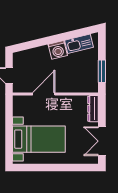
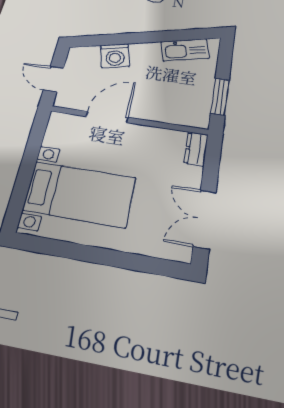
washing machine: (58, 50) -> (115, 56), moved
dresser: (93, 109) -> (196, 149), width x0.70

